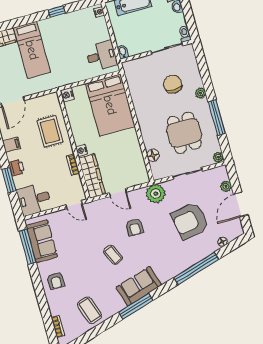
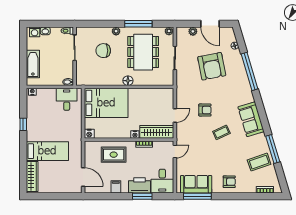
dining table: (184, 133) -> (143, 52), width x1.38
floor lamp: (153, 155) -> (128, 81), moved
printer: (17, 168) -> (139, 185), width x1.87, depth x1.48
plant: (156, 194) -> (184, 87), removed
window: (136, 306) -> (273, 149), moved

